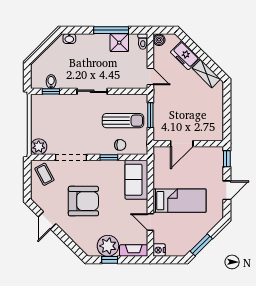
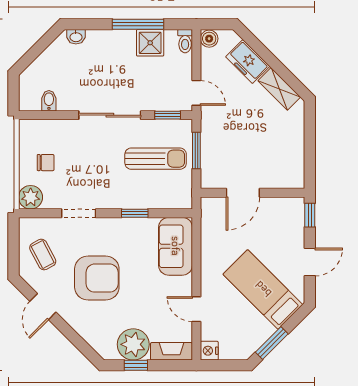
window: (51, 91) -> (168, 115), moved
sliding door: (92, 91) -> (110, 115), width x1.37
chair: (120, 145) -> (46, 163), moved
doorway: (71, 157) -> (79, 213), width x0.73
coffee table: (44, 174) -> (43, 255), moved
bed: (180, 201) -> (263, 289), moved, turned -135

